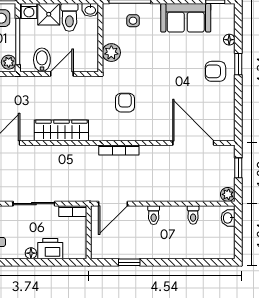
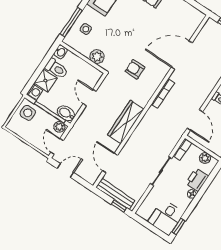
bidet: (42, 60) -> (66, 113), moved
door: (193, 143) -> (182, 55), moved
plant: (79, 242) -> (205, 158), added

